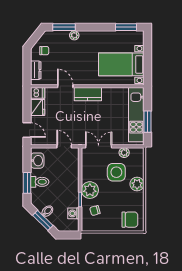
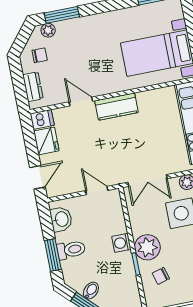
plant: (74, 35) -> (48, 30), moved
door: (27, 130) -> (37, 177), hinge flipped
double door: (99, 146) -> (147, 180), swing flipped
washing machine: (73, 213) -> (121, 243), moved

